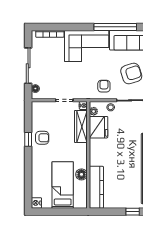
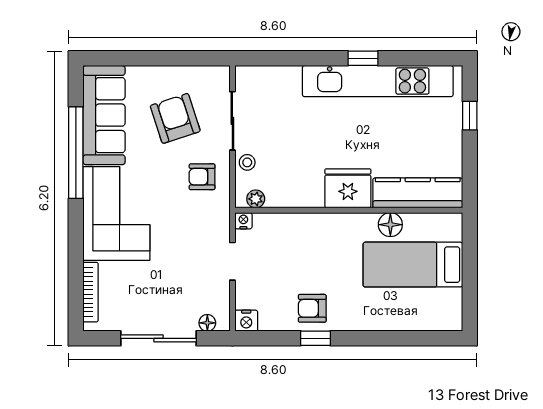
wardrobe: (81, 126) -> (288, 226), removed
fridge: (98, 127) -> (348, 188), moved
armchair: (42, 138) -> (312, 308), turned -90
nightstand: (36, 203) -> (246, 321), moved

